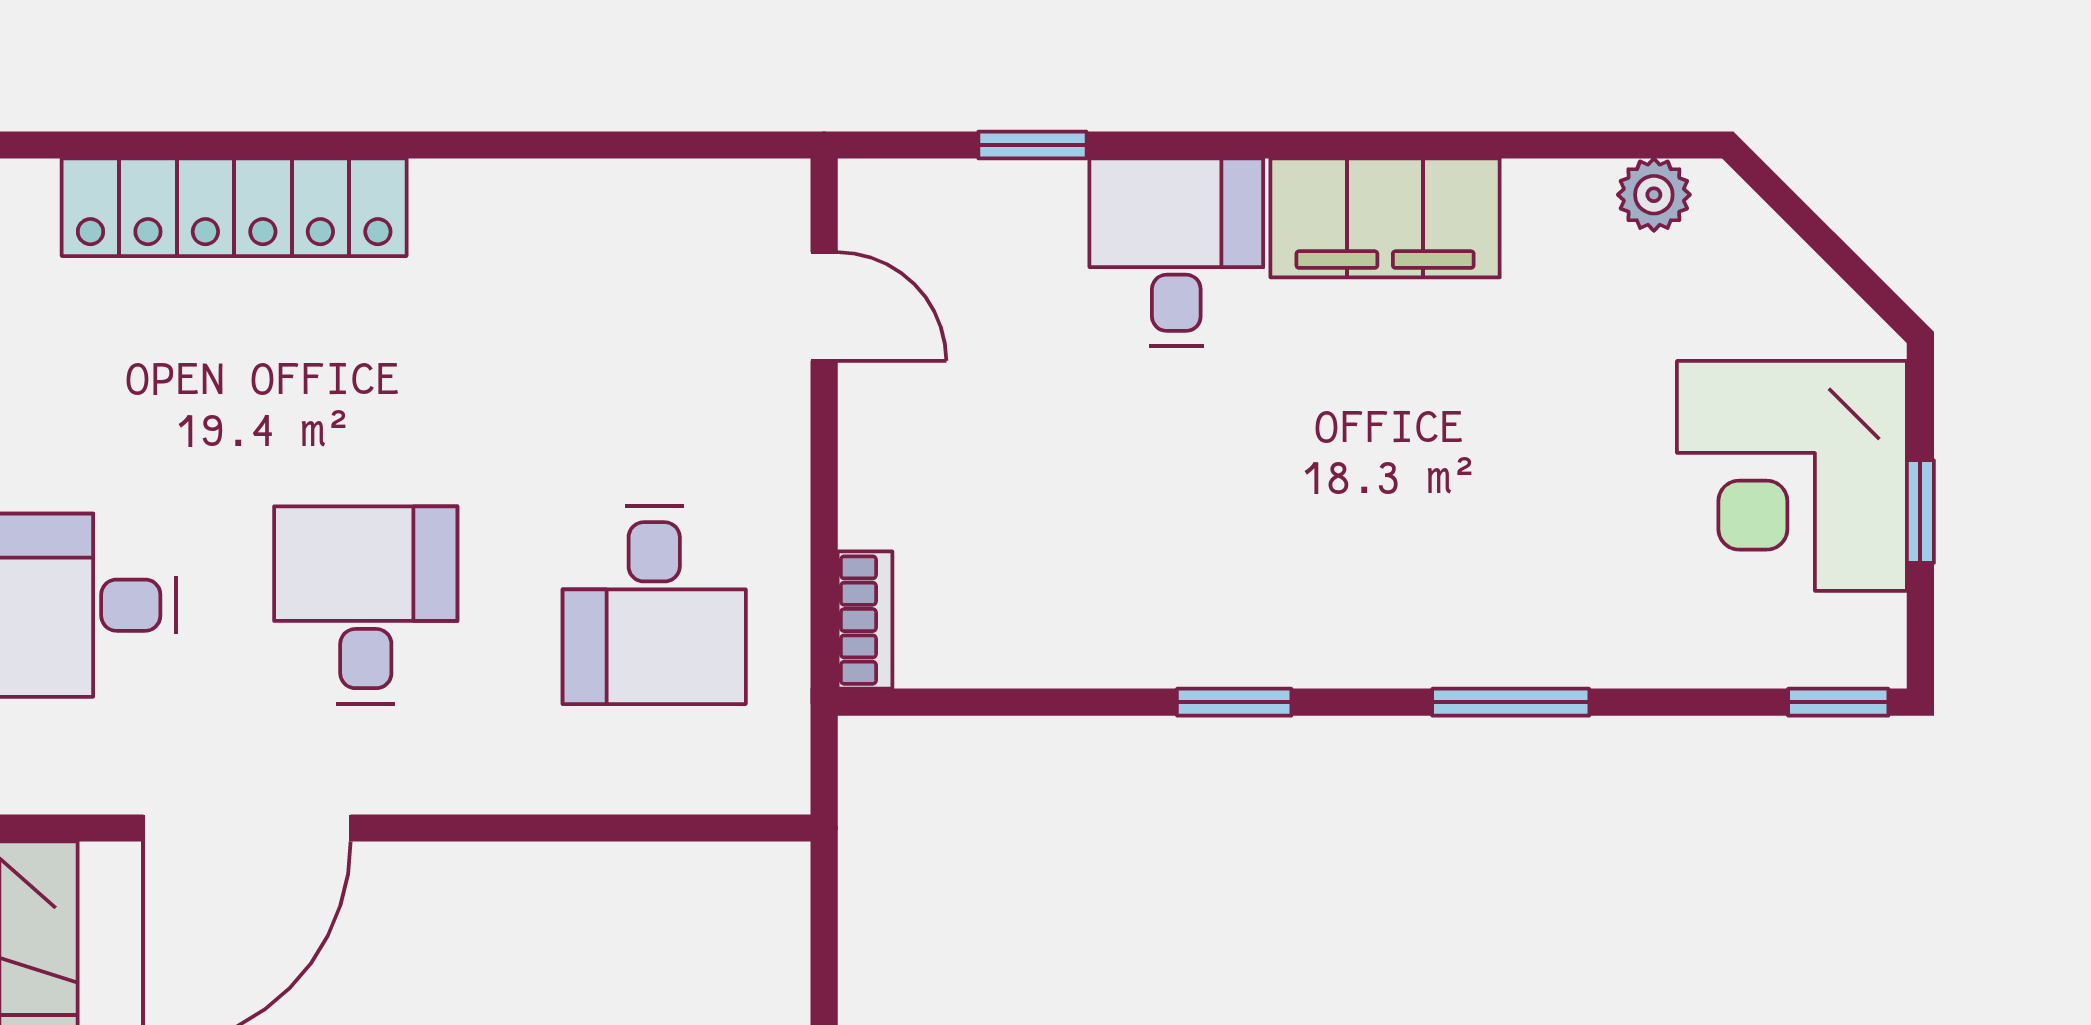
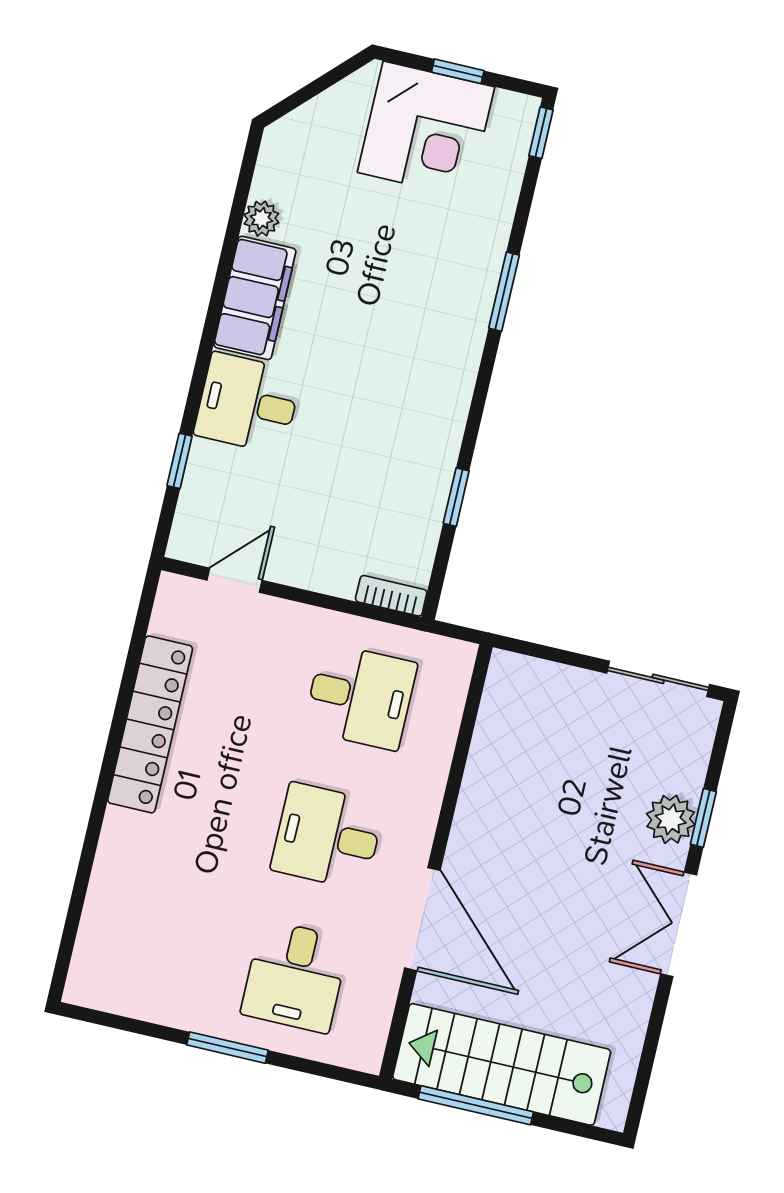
plant: (1654, 195) -> (261, 219), moved
locker: (234, 207) -> (150, 724), moved
window: (1234, 702) -> (456, 497), moved

